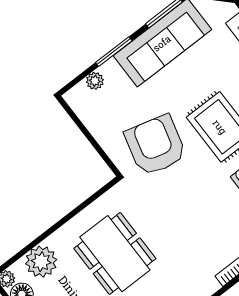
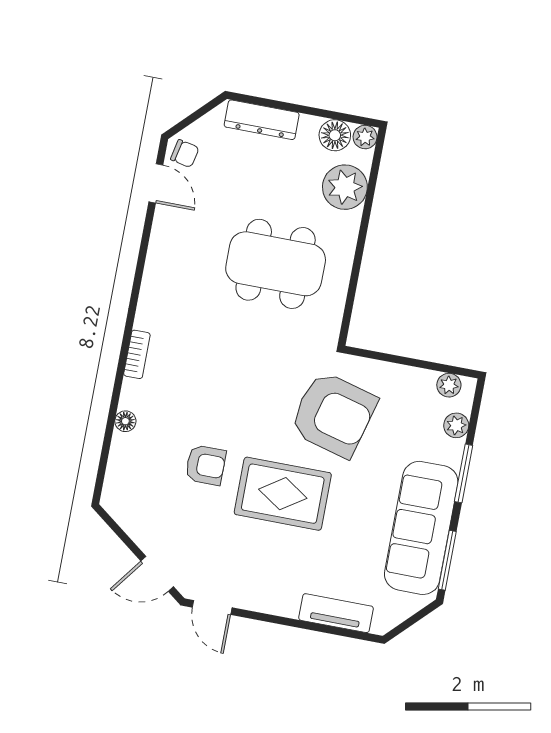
plant: (80, 106) -> (449, 385), added

